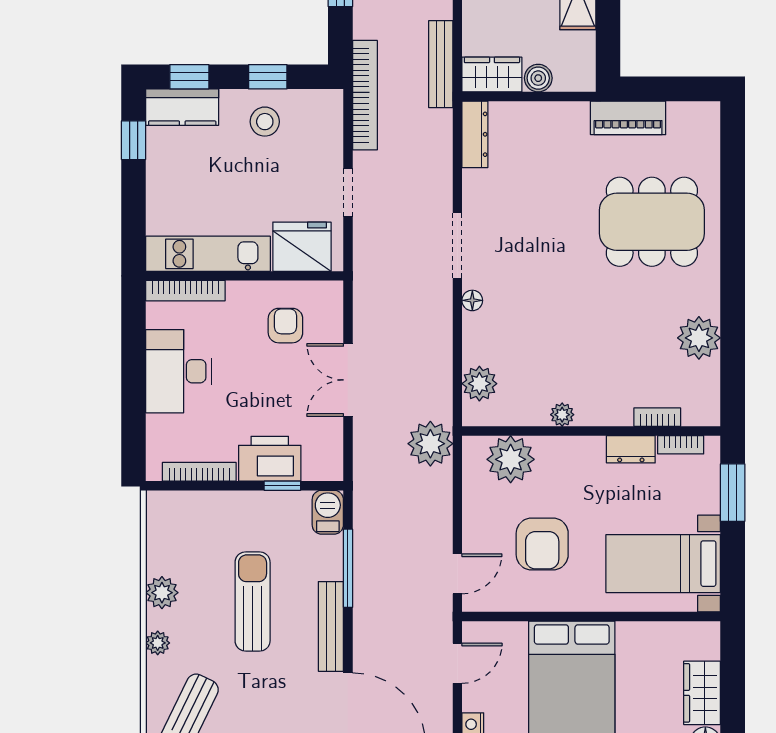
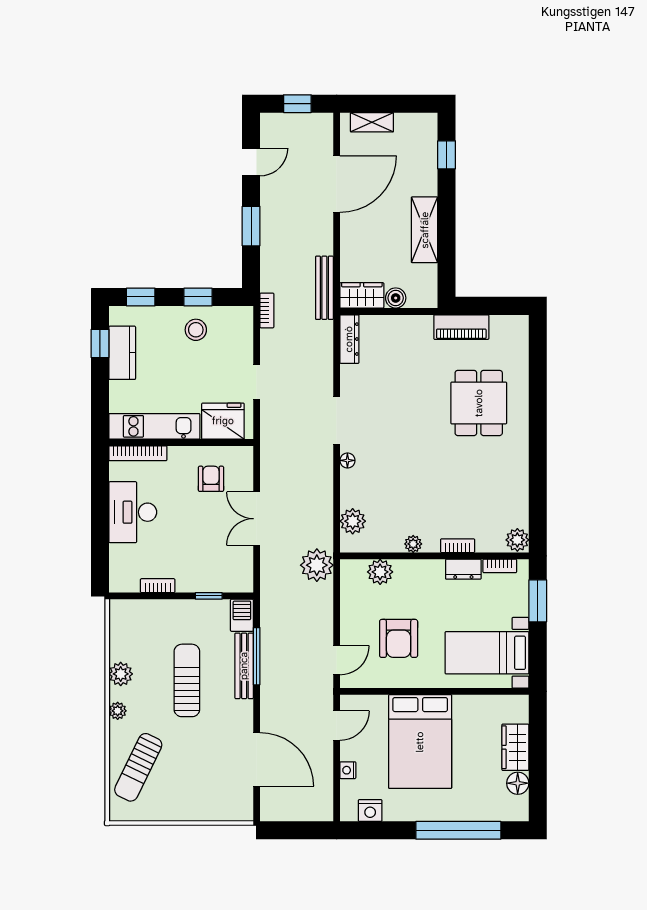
bookcase: (365, 95) -> (267, 310), width x0.43, depth x0.76
kitchen counter: (182, 107) -> (122, 353), moved, turned -90
dining table: (652, 222) -> (479, 403), width x0.73
plant: (699, 338) -> (517, 540), moved, width x0.73, depth x0.73
bookcase: (657, 417) -> (458, 546), moved
printer: (270, 459) -> (199, 576), removed
plant: (511, 459) -> (380, 572), width x0.73, depth x0.73
bookcase: (199, 472) -> (158, 586), width x0.64
bench: (331, 626) -> (244, 666), moved

